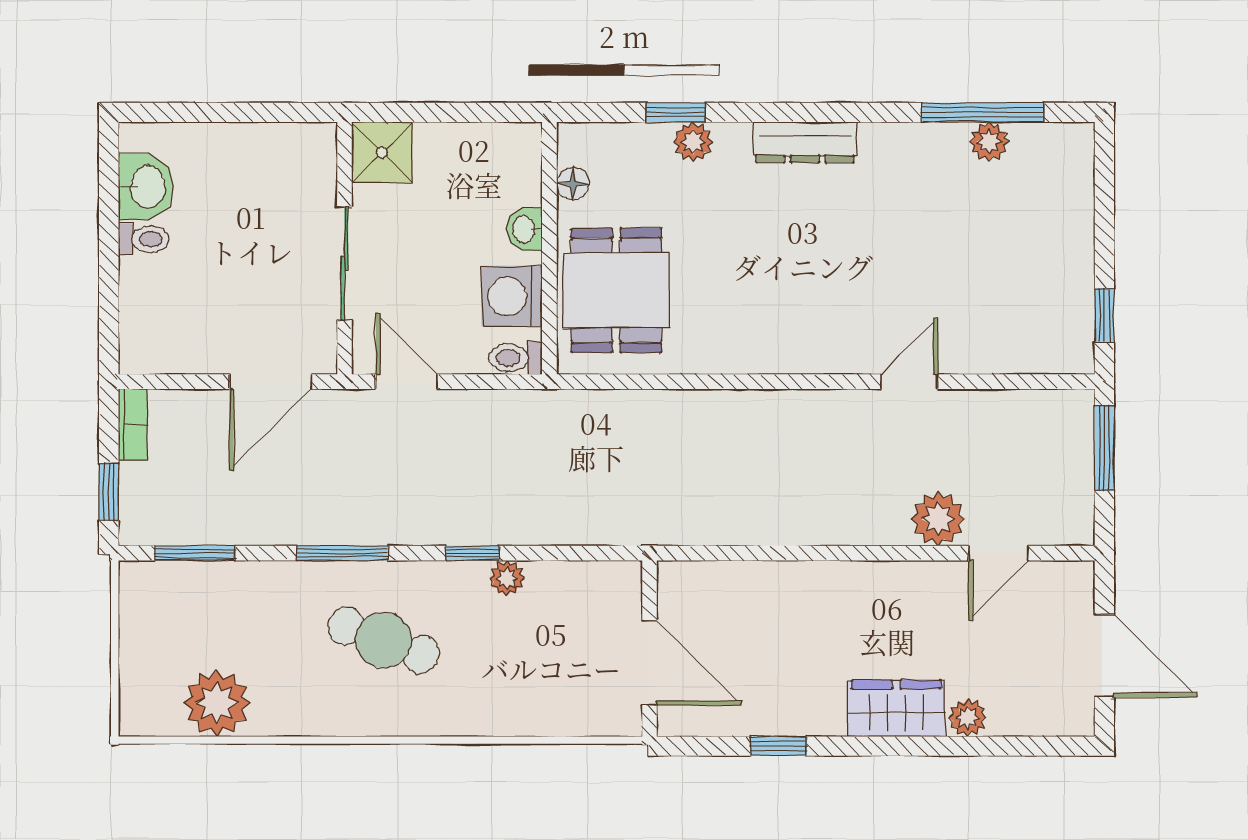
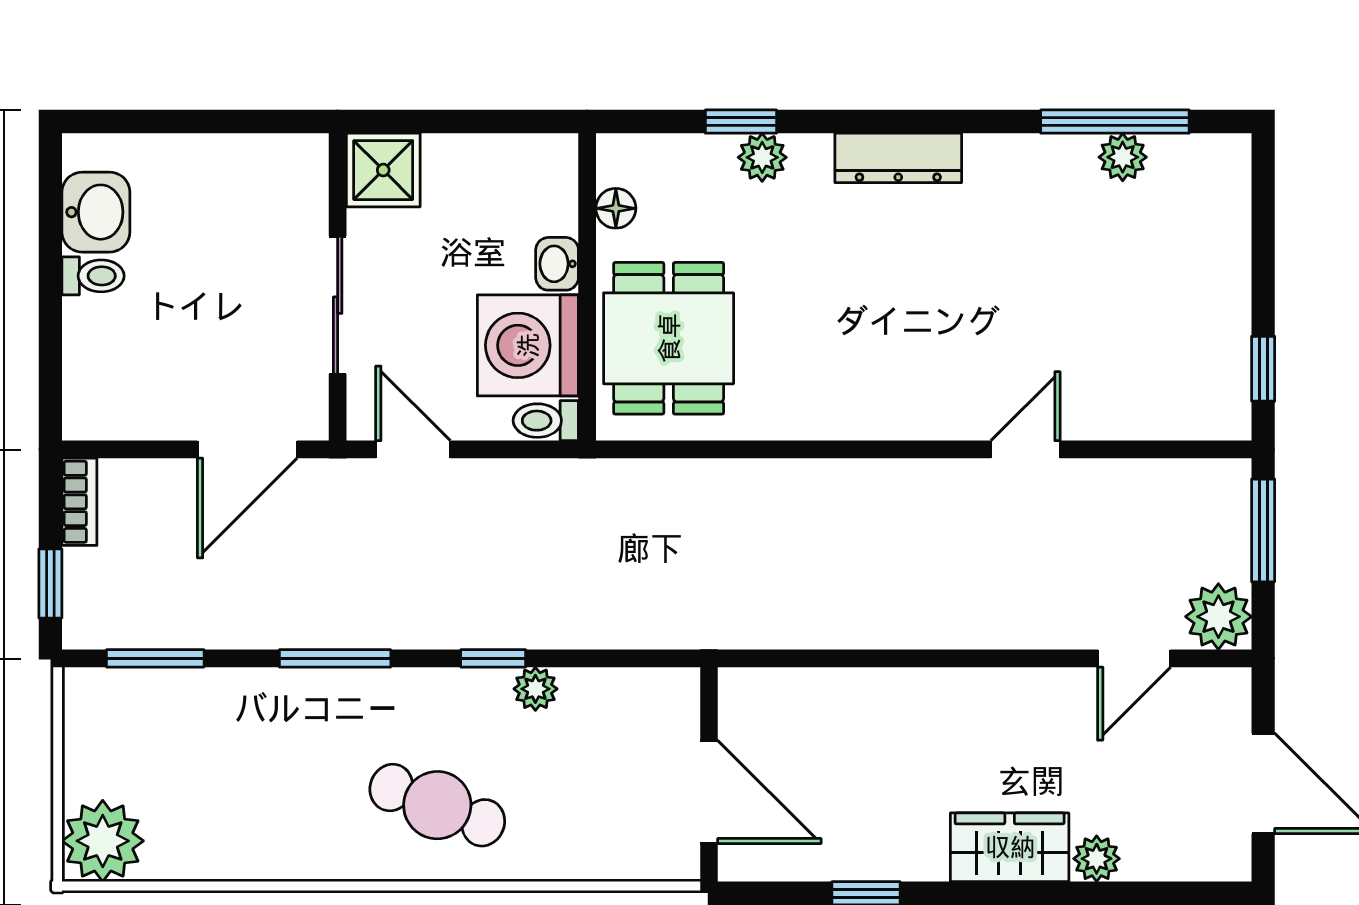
washing machine: (512, 296) -> (528, 345), width x1.37, depth x1.37
plant: (938, 519) -> (1218, 617), moved
cafe table: (384, 640) -> (437, 805), moved
plant: (217, 703) -> (103, 841), moved

